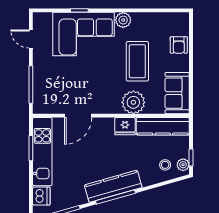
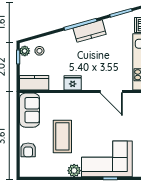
armchair: (179, 45) -> (28, 150), turned 180
plant: (133, 102) -> (66, 103), removed
door: (78, 116) -> (111, 91), swing flipped
kitchen counter: (163, 126) -> (34, 83), width x0.67
kitchen counter: (113, 186) -> (90, 31), width x0.67

